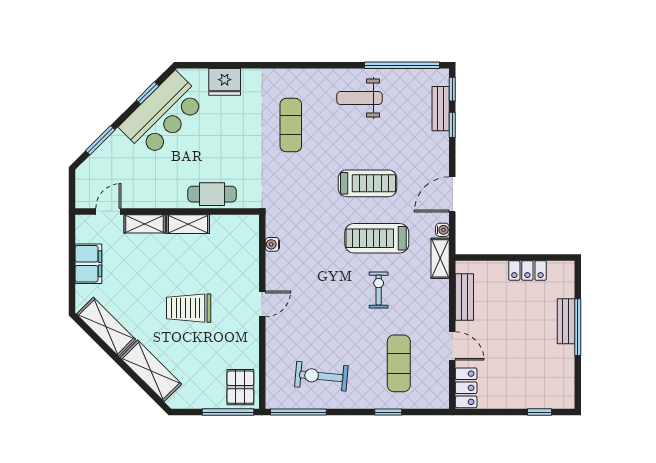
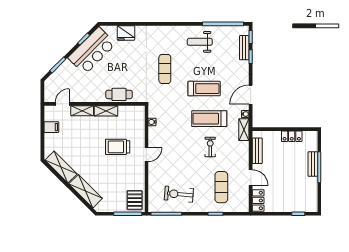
exercise mat: (291, 125) -> (165, 69), moved
filing cabinet: (88, 264) -> (51, 127), width x0.50
trolley: (189, 308) -> (118, 147), moved

